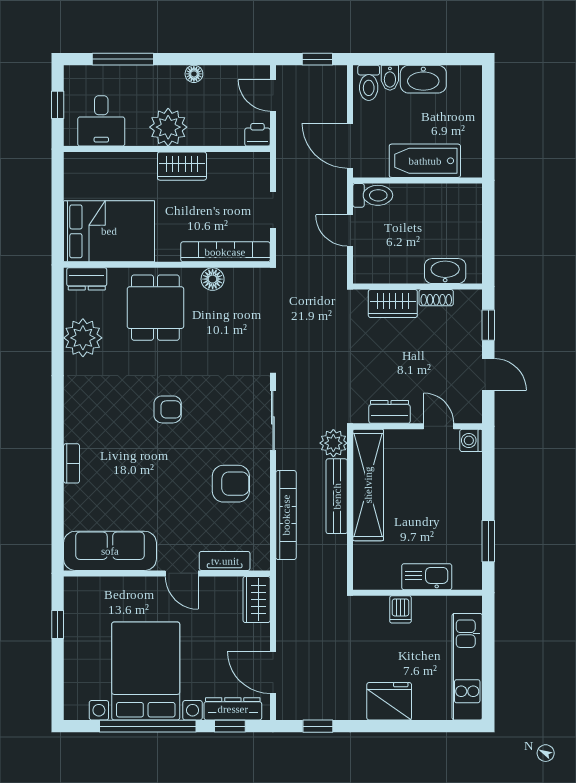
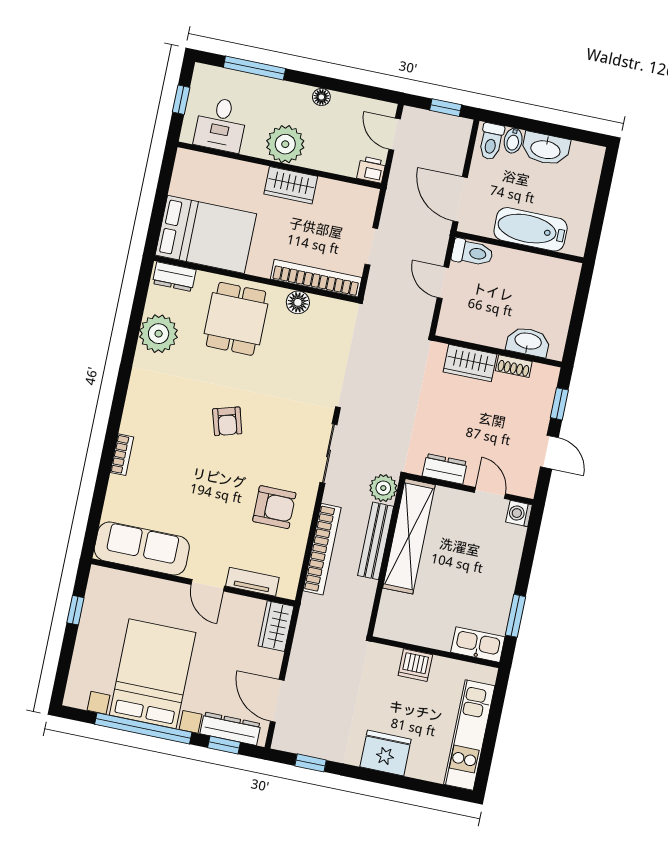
armchair: (168, 409) -> (227, 421), turned 74
kitchen sink: (427, 577) -> (478, 645), moved
dishwasher: (400, 609) -> (415, 665), width x1.38

